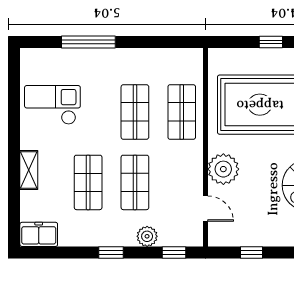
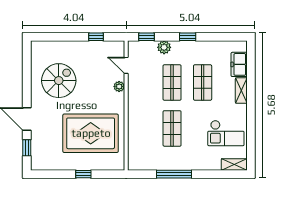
window: (88, 42) -> (174, 174), moved
shelving: (40, 57) -> (234, 165), added
shop shelf: (182, 112) -> (142, 128), removed
plant: (223, 169) -> (119, 86), width x0.53, depth x0.53
freezer: (39, 234) -> (239, 64), moved, turned 90

